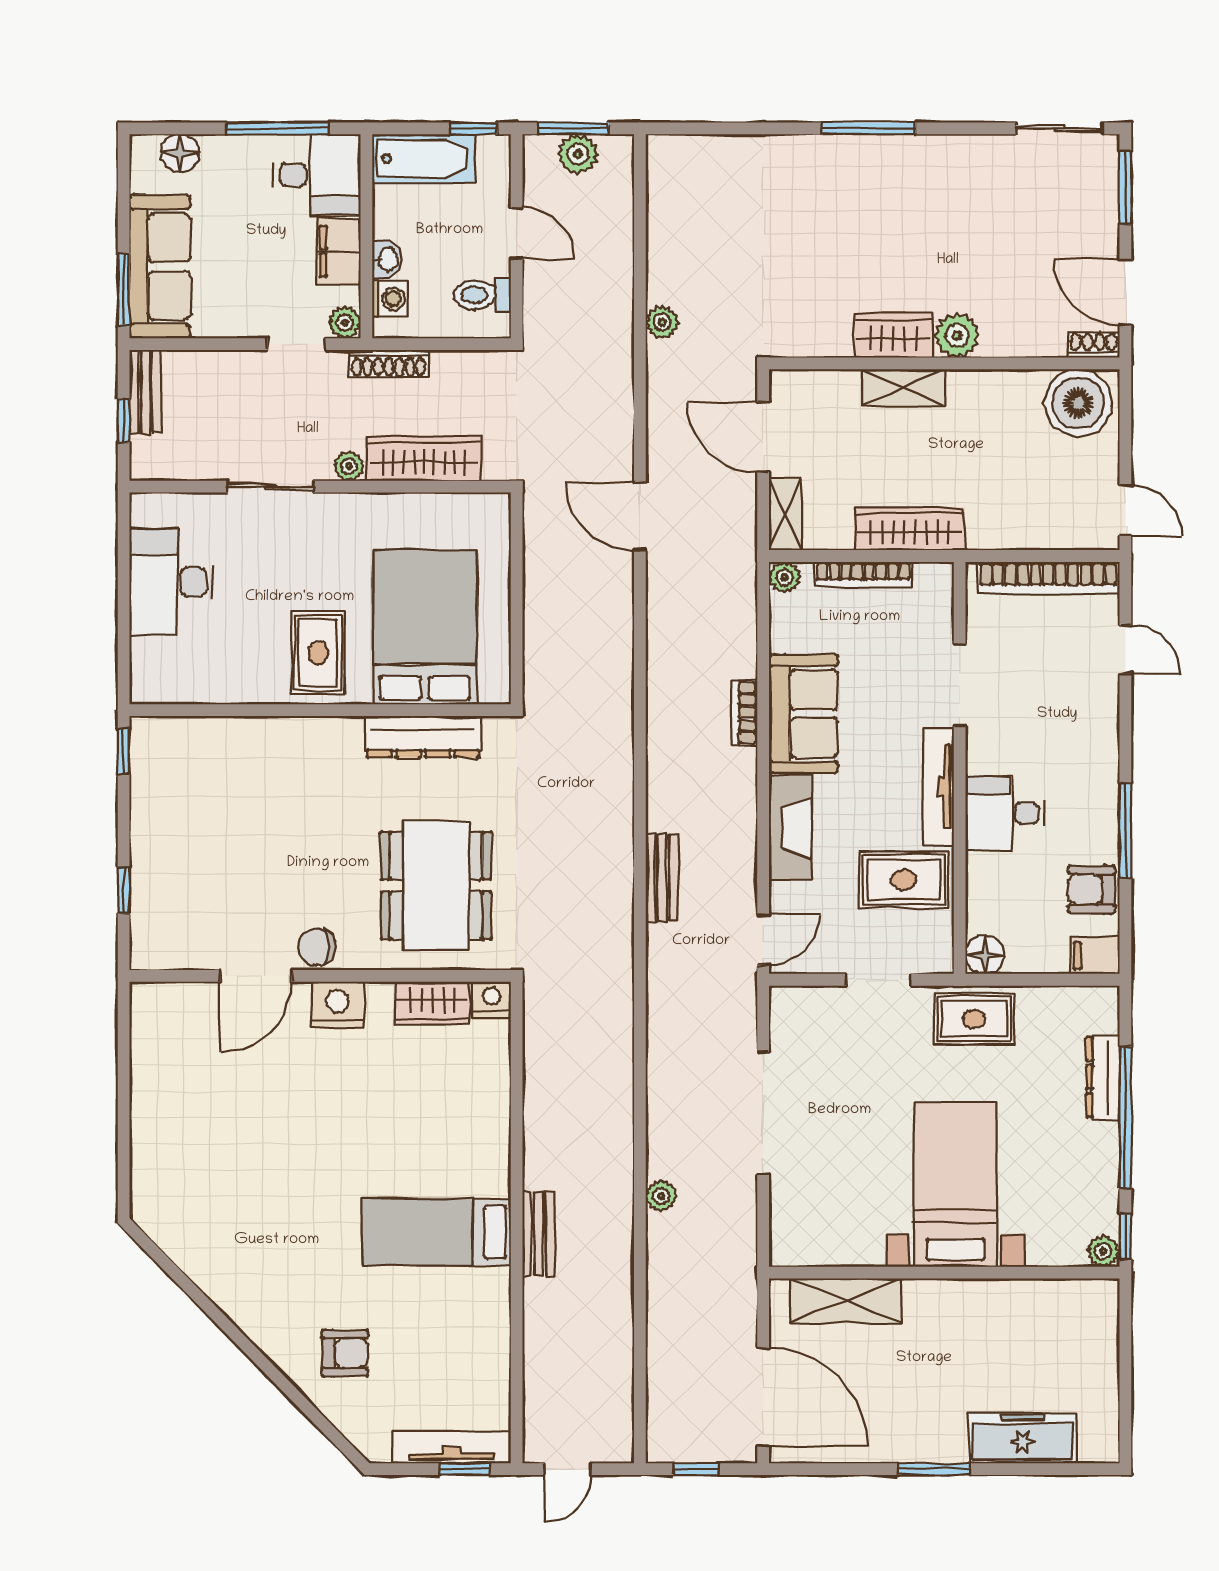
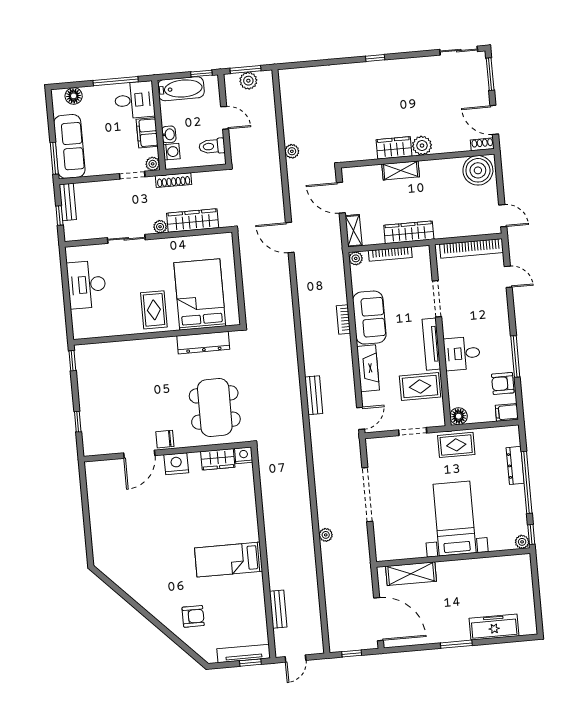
window: (869, 128) -> (375, 58), width x0.46
bench: (539, 1234) -> (278, 609), moved

